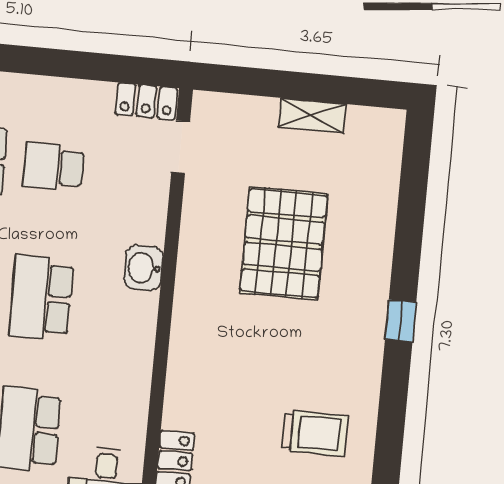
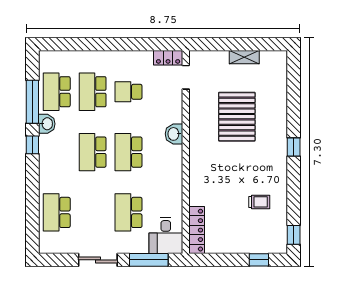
trolley: (315, 433) -> (259, 202), width x0.73, depth x0.72

